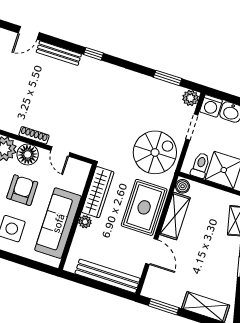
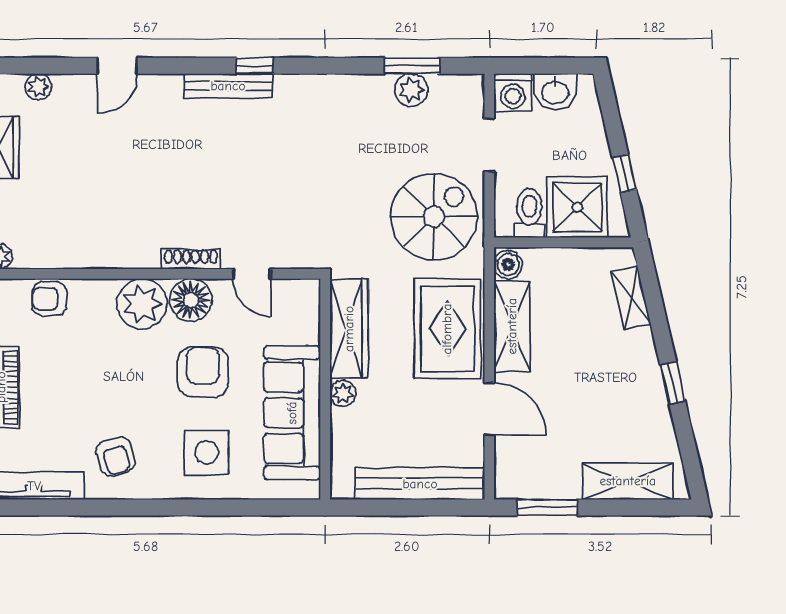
bench: (59, 53) -> (228, 86), moved
plant: (190, 98) -> (411, 90), moved

